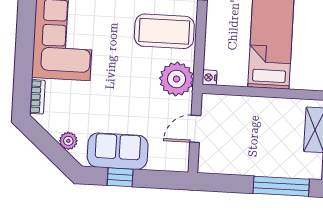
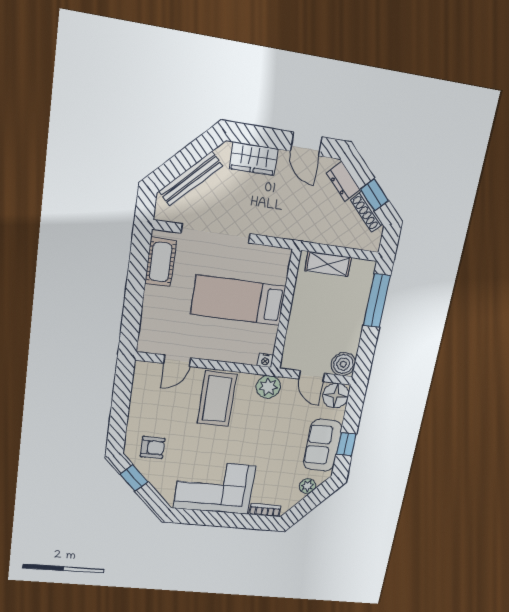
plant: (177, 79) -> (268, 387), width x0.73, depth x0.73
floor lamp: (175, 158) -> (336, 396), added
boiler: (211, 161) -> (343, 364), added

